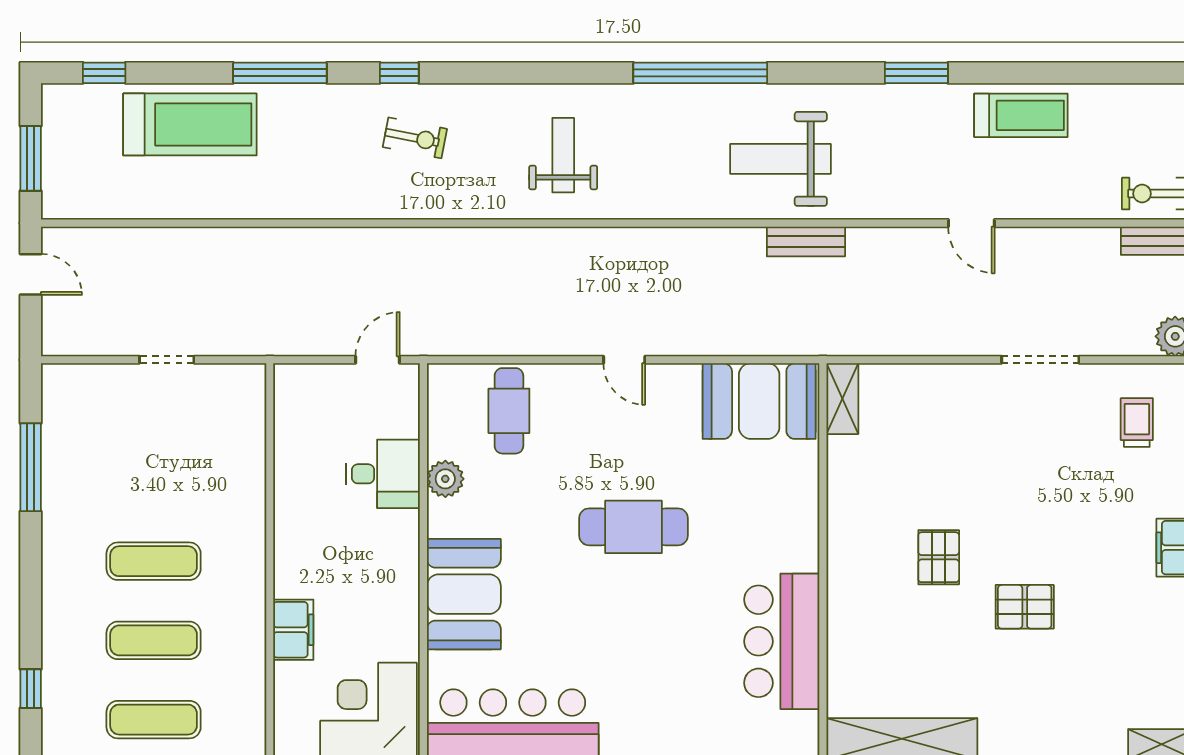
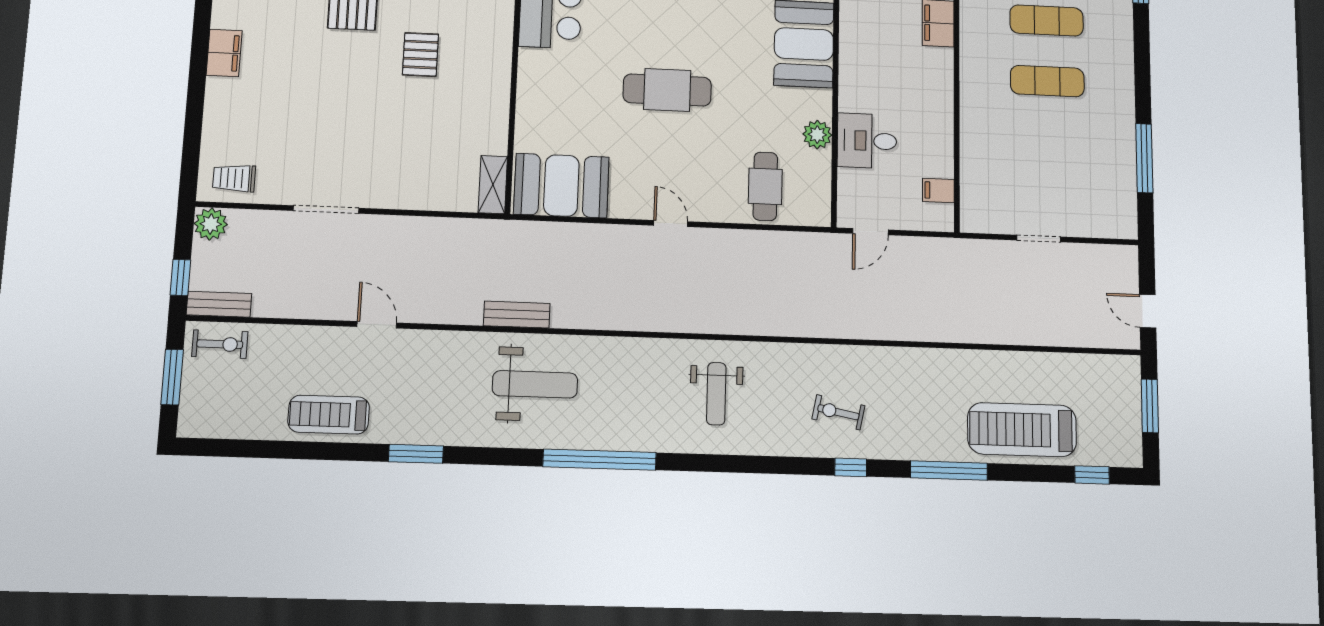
filing cabinet: (293, 415) -> (938, 190), added
trolley: (1137, 423) -> (234, 178), moved, turned 90

